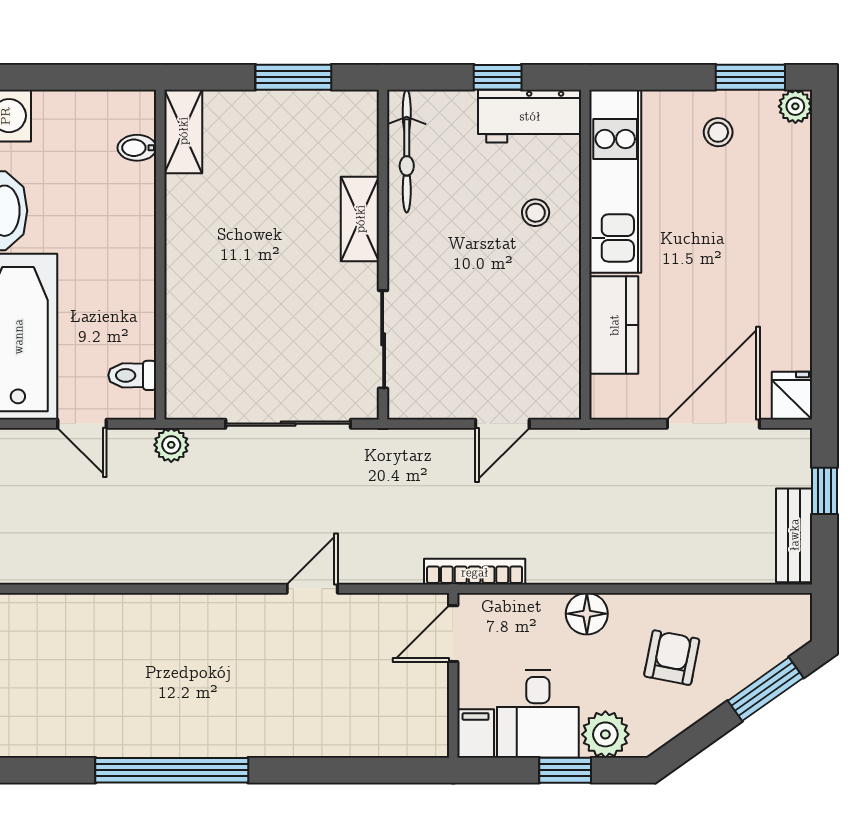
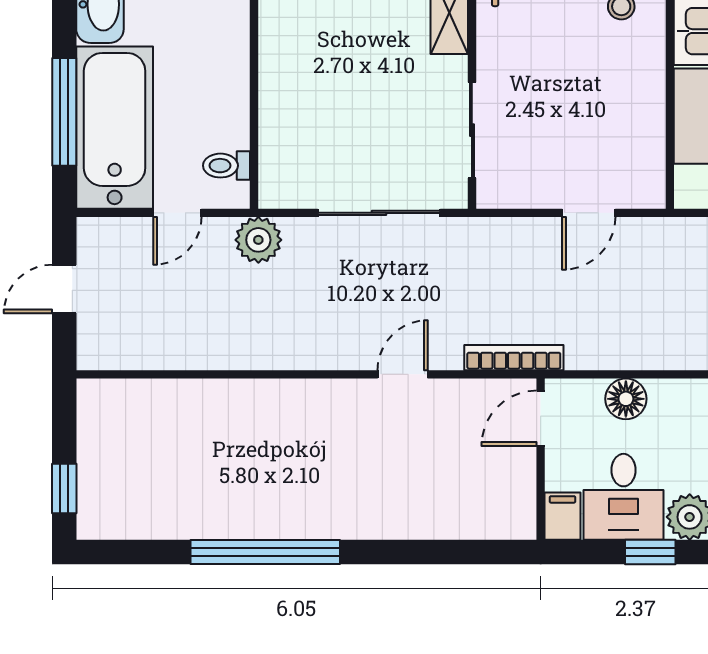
door: (82, 424) -> (177, 213), hinge flipped
plant: (171, 445) -> (258, 240), width x1.38, depth x1.38
bookcase: (475, 572) -> (514, 358), moved
floor lamp: (587, 614) -> (626, 399), moved

